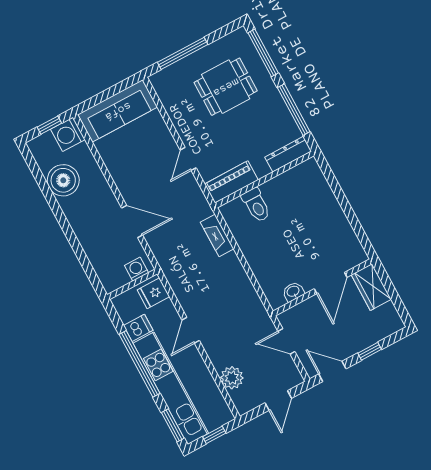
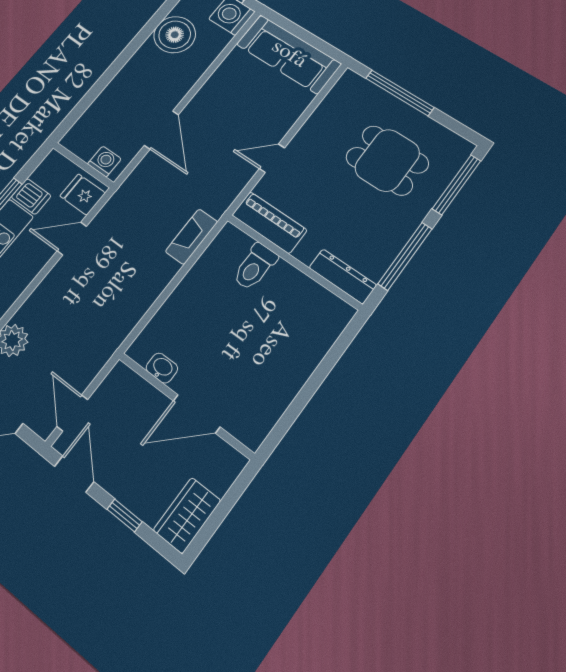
wardrobe: (371, 287) -> (187, 515), moved
door: (191, 330) -> (72, 239), moved
door: (286, 341) -> (72, 413), moved

